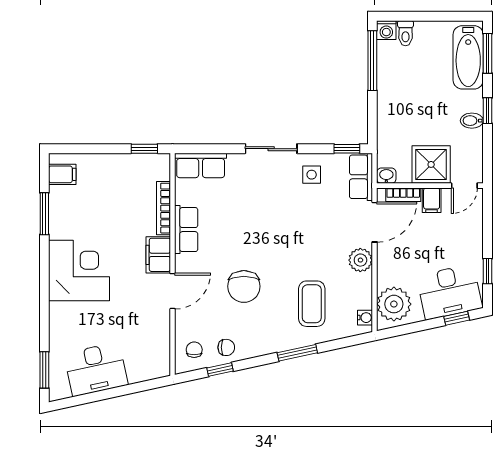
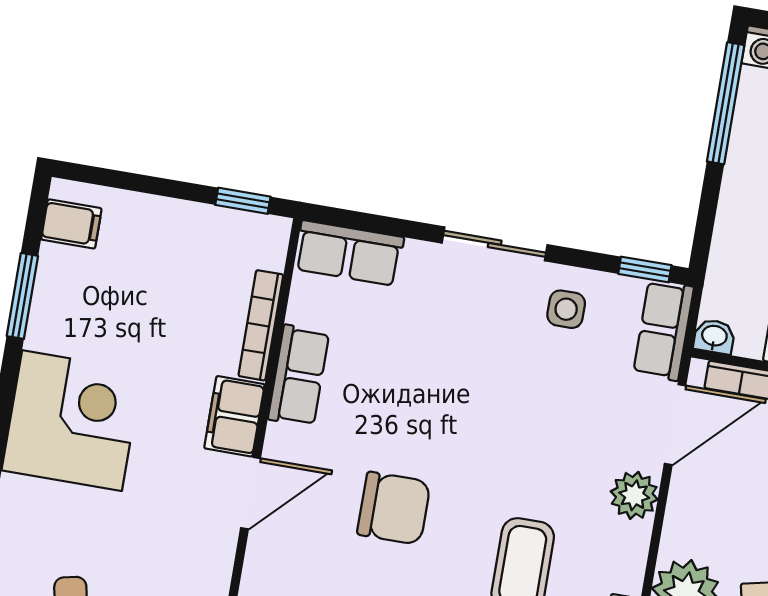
chair: (244, 286) -> (394, 508), turned -90

